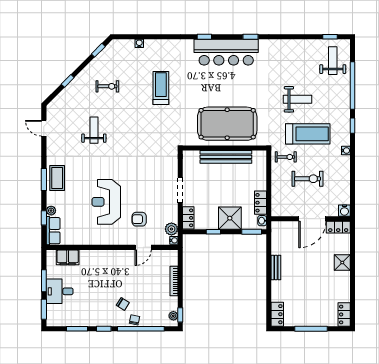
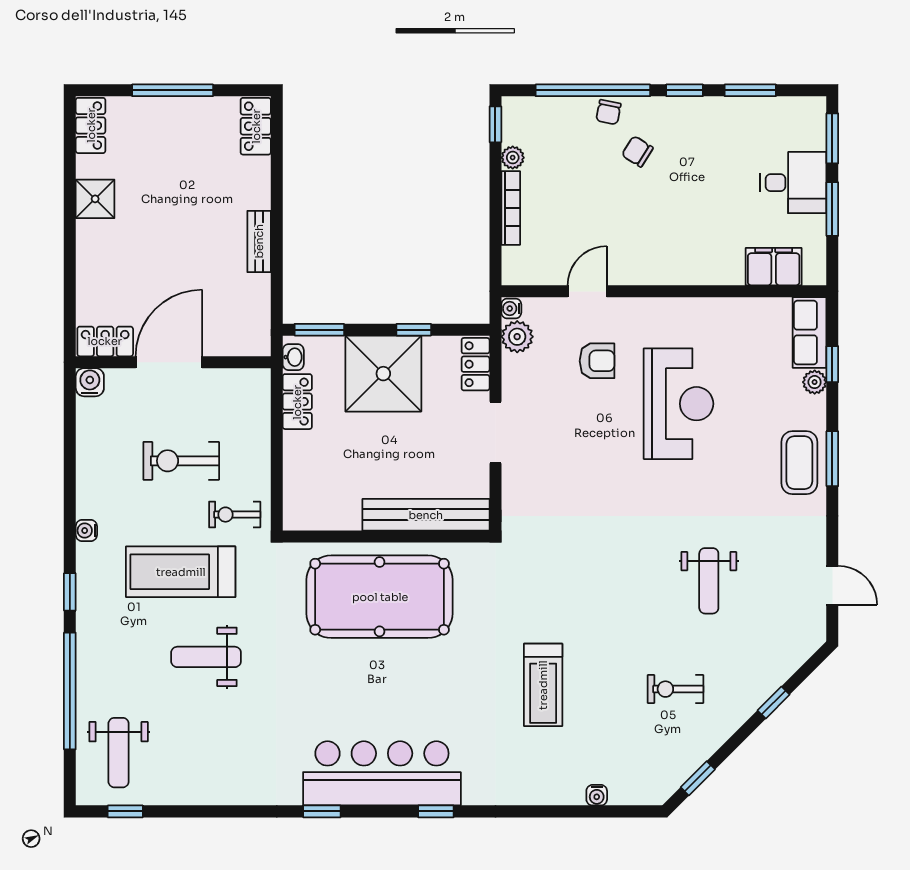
bench: (226, 157) -> (426, 515), moved
shower: (230, 218) -> (383, 374), width x1.37, depth x1.37
shower: (342, 263) -> (95, 199), moved
plant: (173, 316) -> (513, 158), moved

